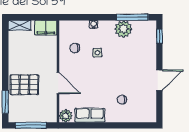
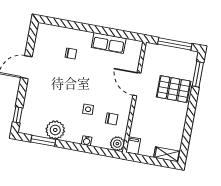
window: (132, 17) -> (43, 141), width x0.69
filing cabinet: (46, 28) -> (133, 146), width x0.50
plant: (66, 116) -> (117, 144), moved

